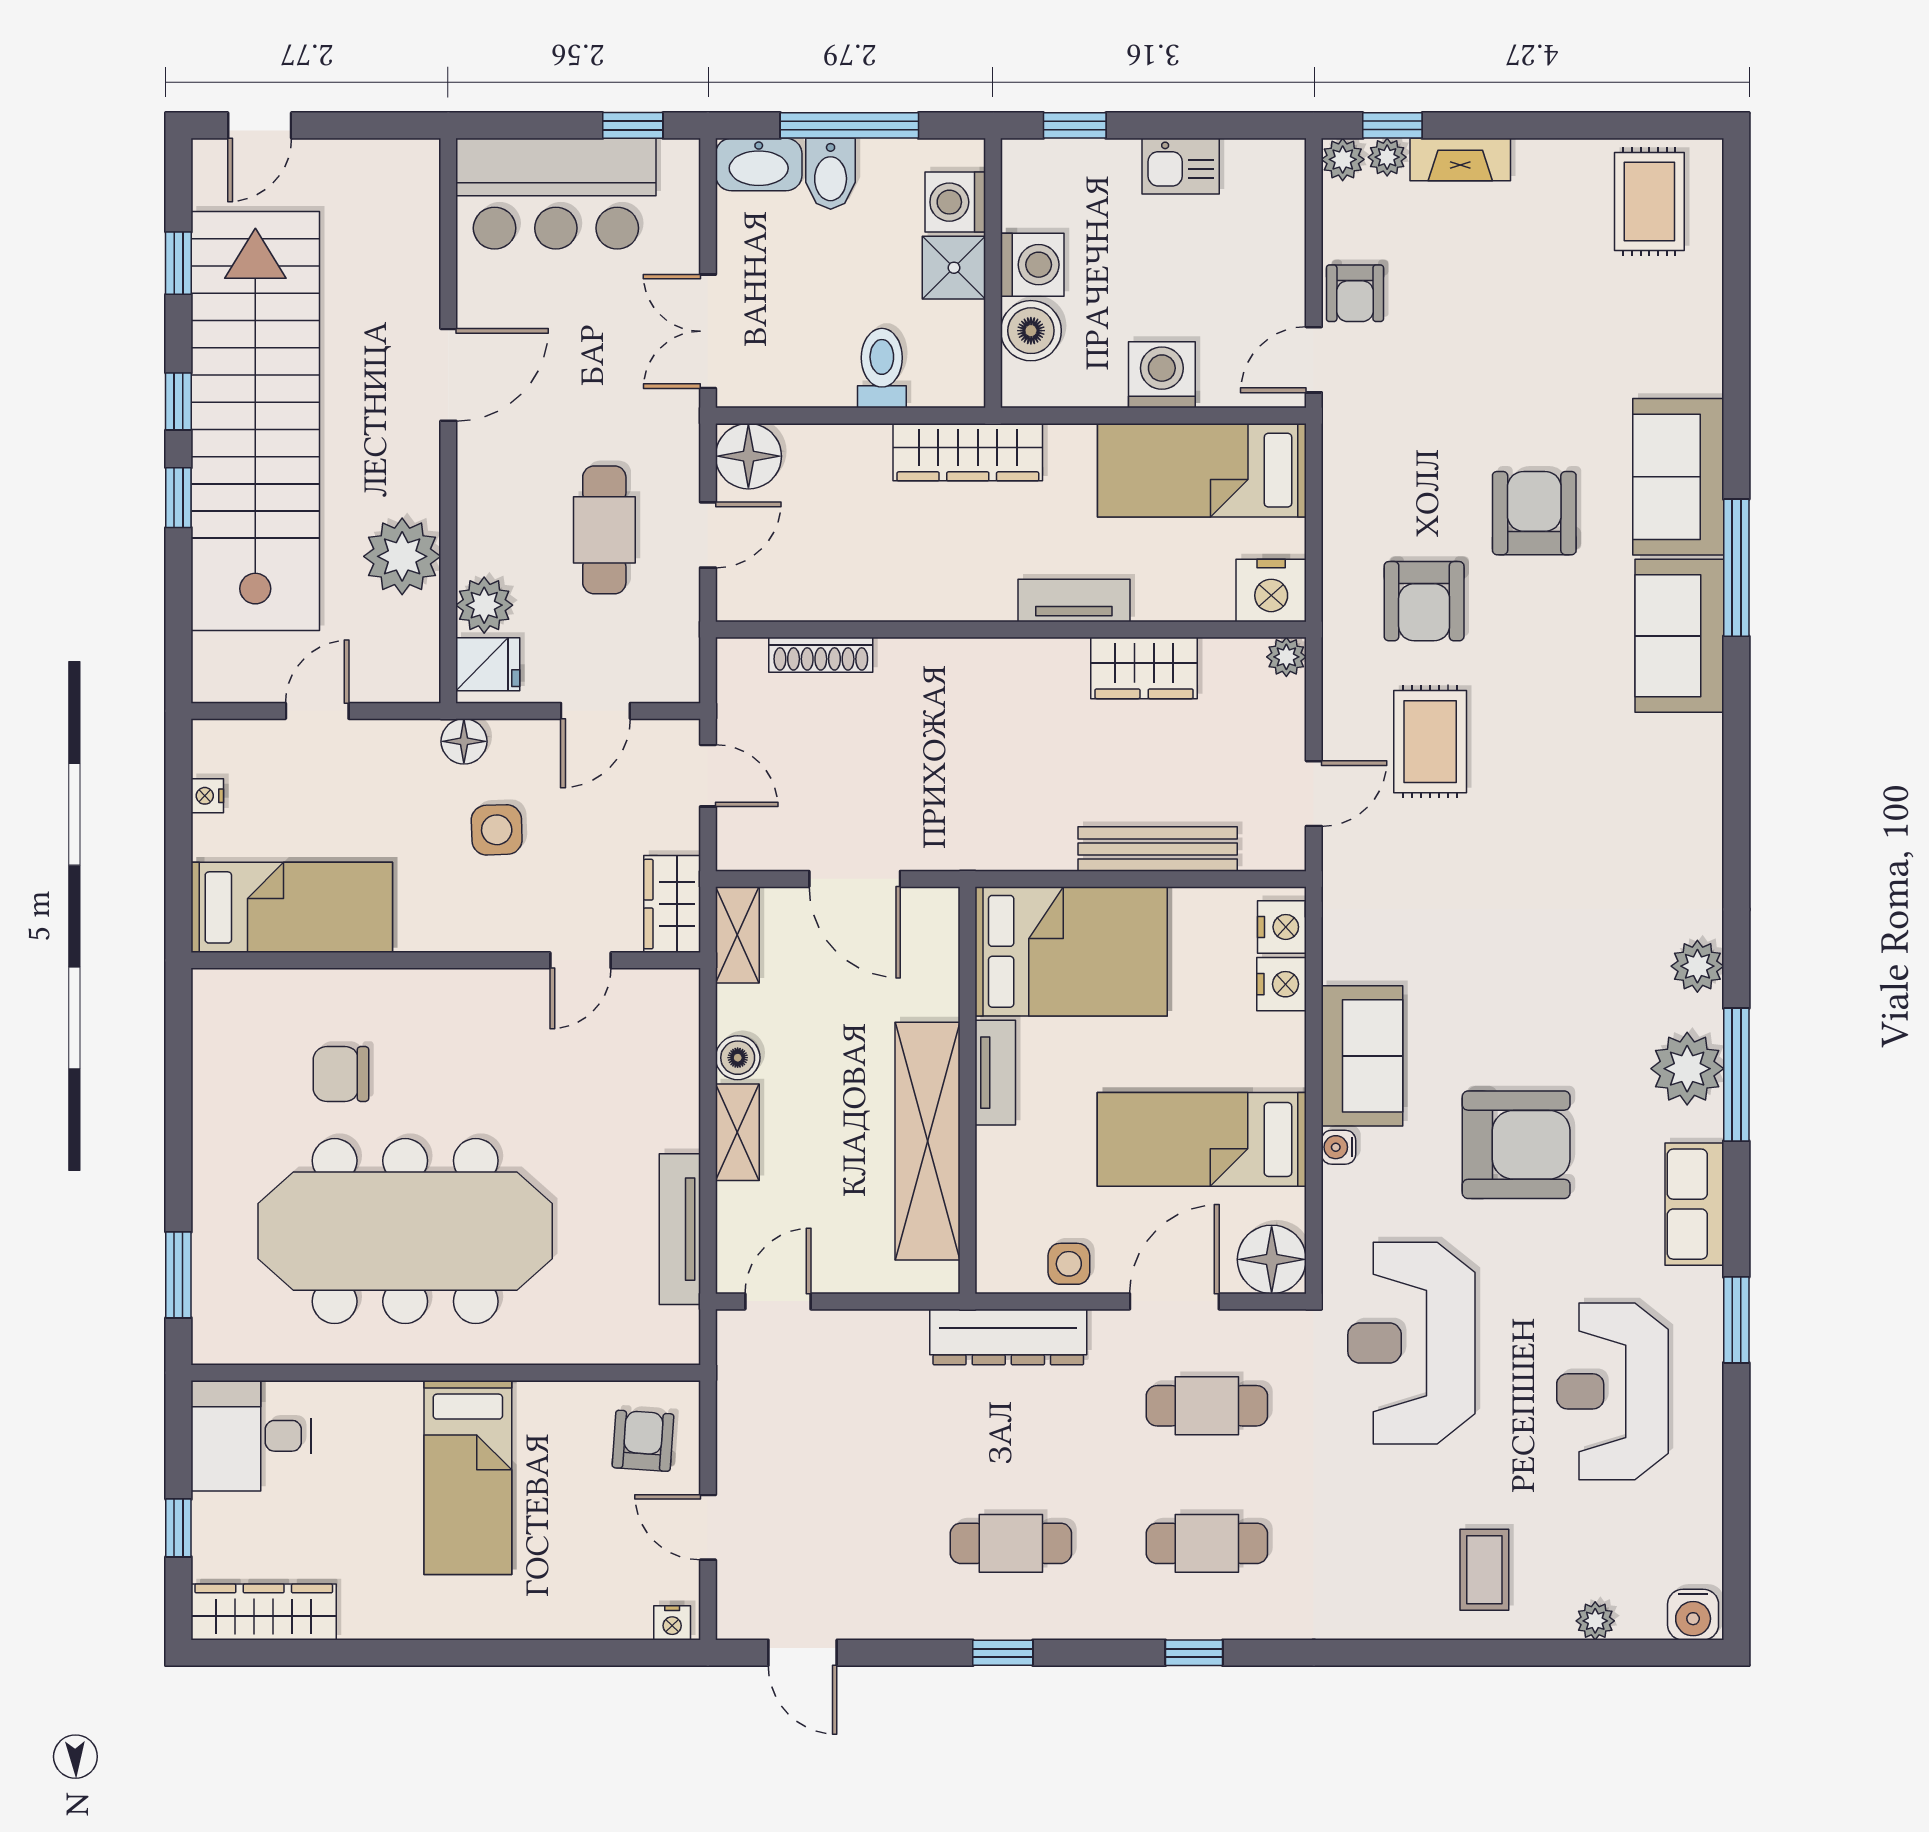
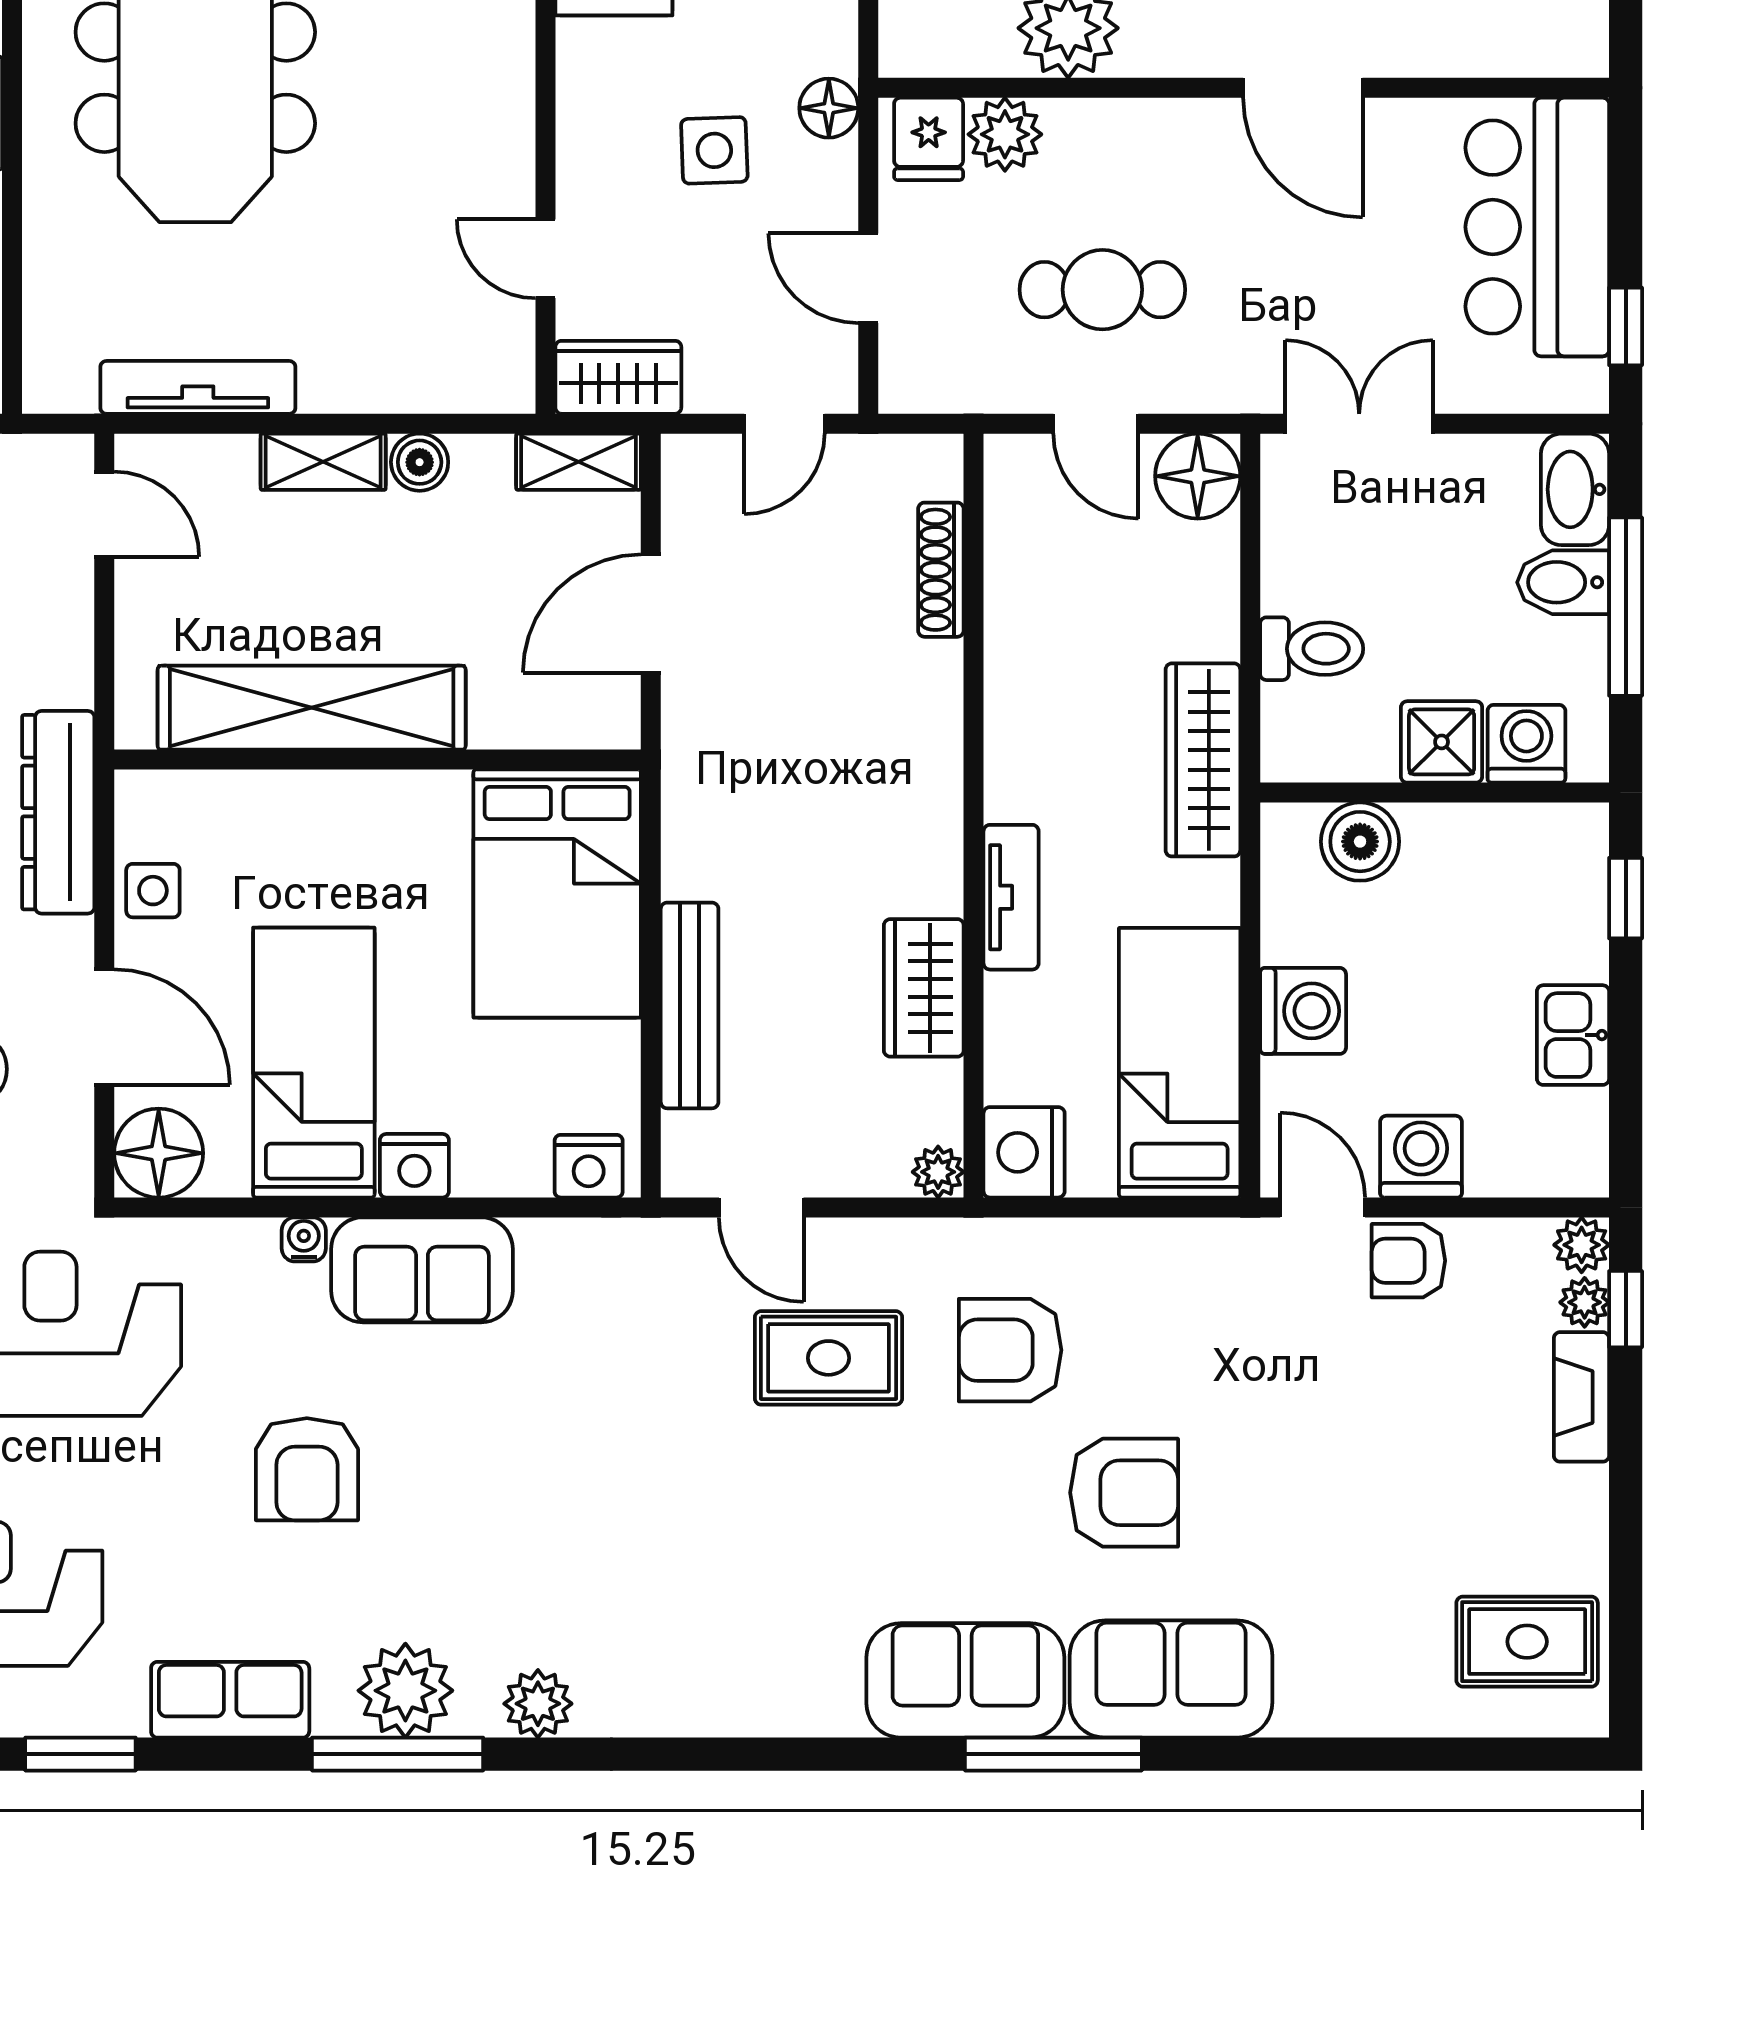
washing machine: (1032, 265) -> (1421, 1157), moved, turned 180
nightstand: (1282, 984) -> (414, 1166), moved
tv unit: (995, 1073) -> (400, 795), removed
armchair: (1516, 1145) -> (307, 1469), width x0.73, depth x0.73

